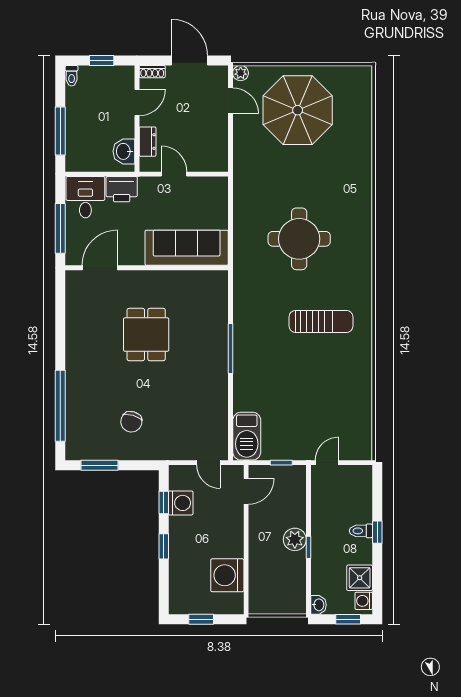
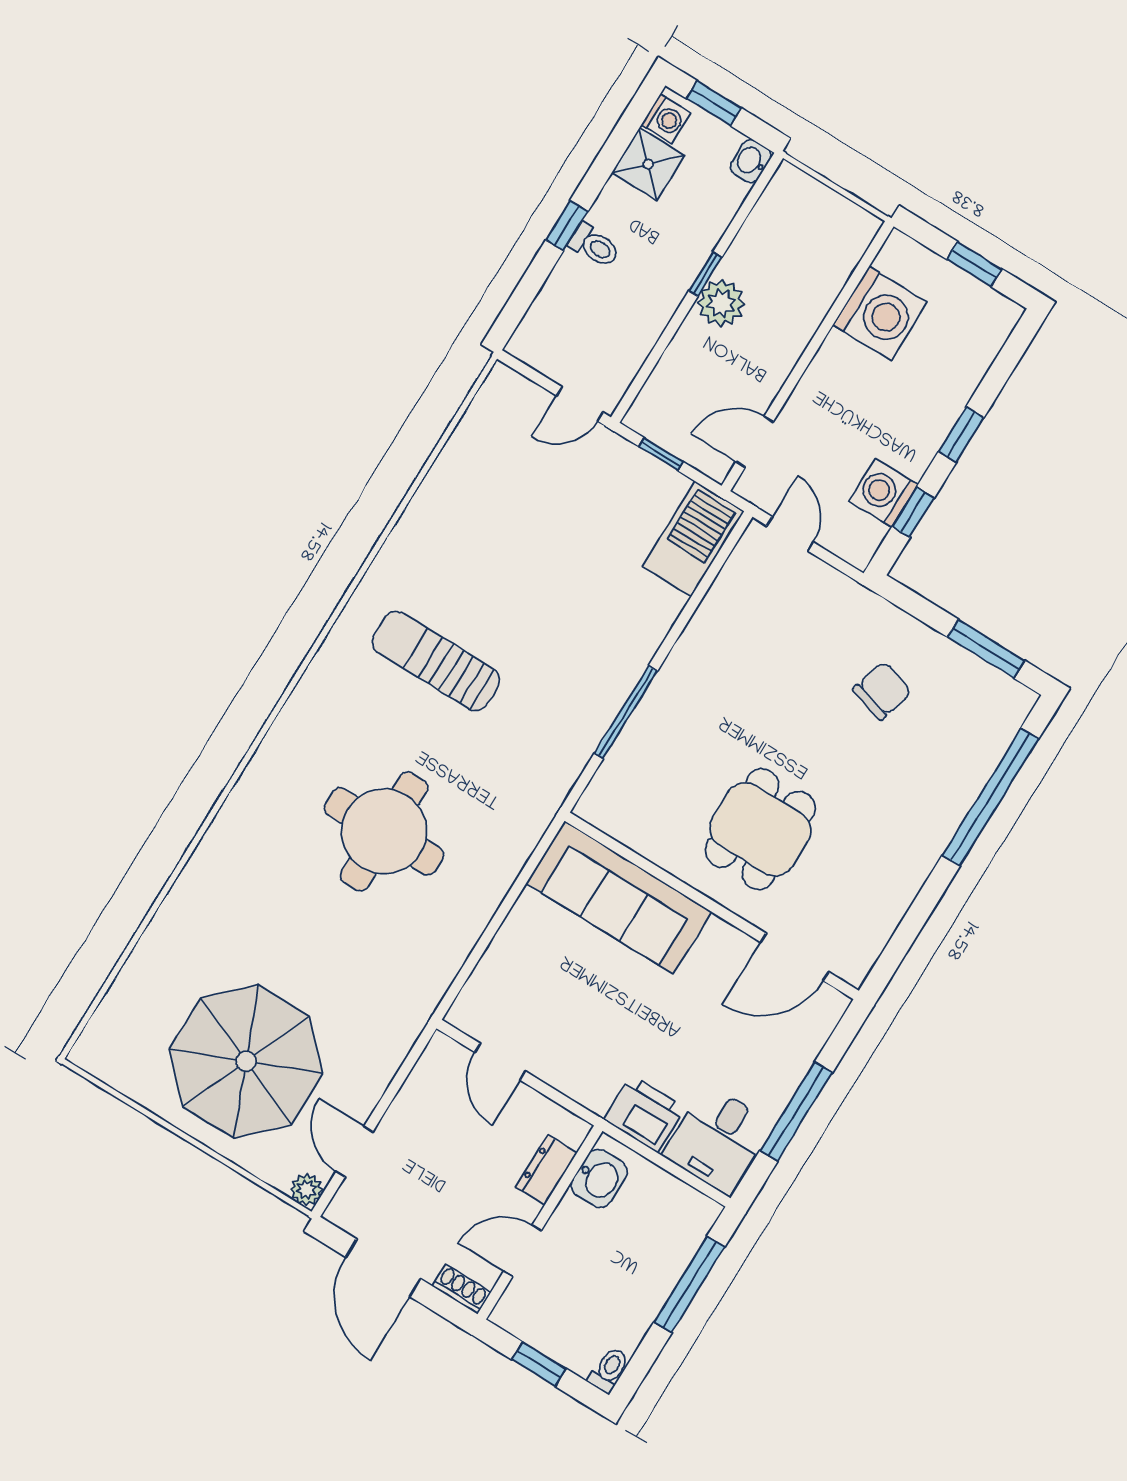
door: (174, 174) -> (500, 1062), moved
sofa: (187, 248) -> (619, 897), moved
door: (100, 268) -> (795, 957), moved
wall: (147, 268) -> (712, 906), moved

